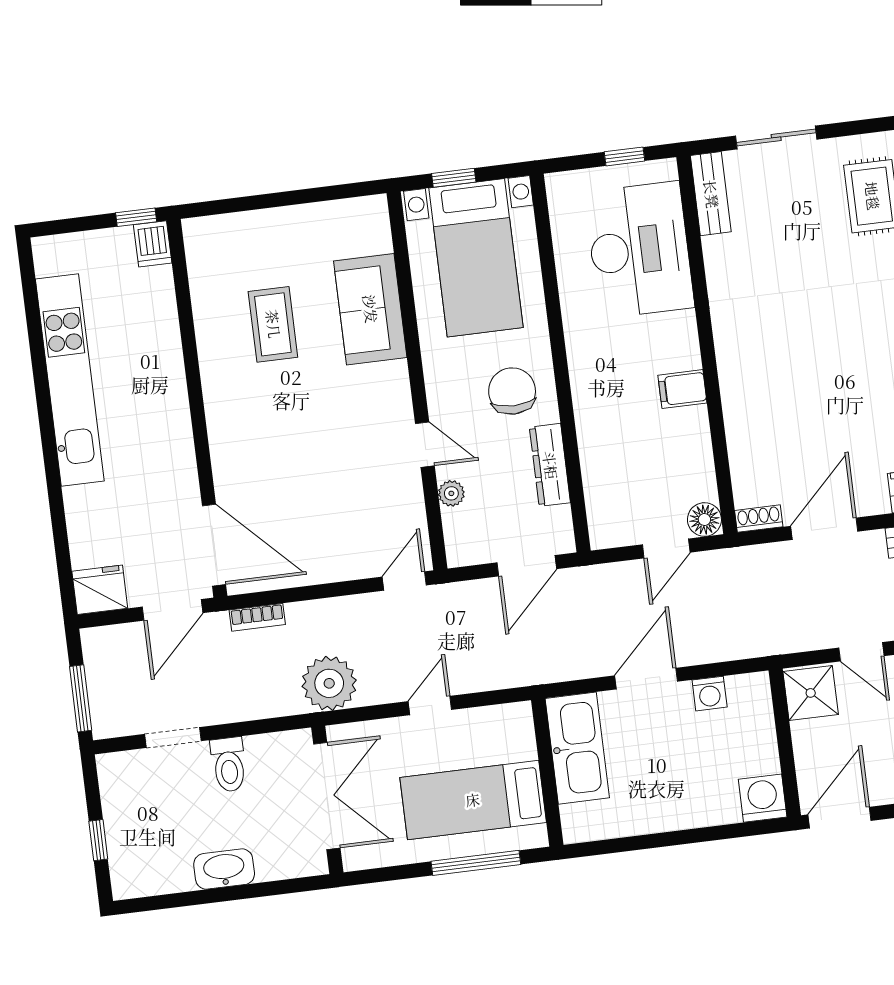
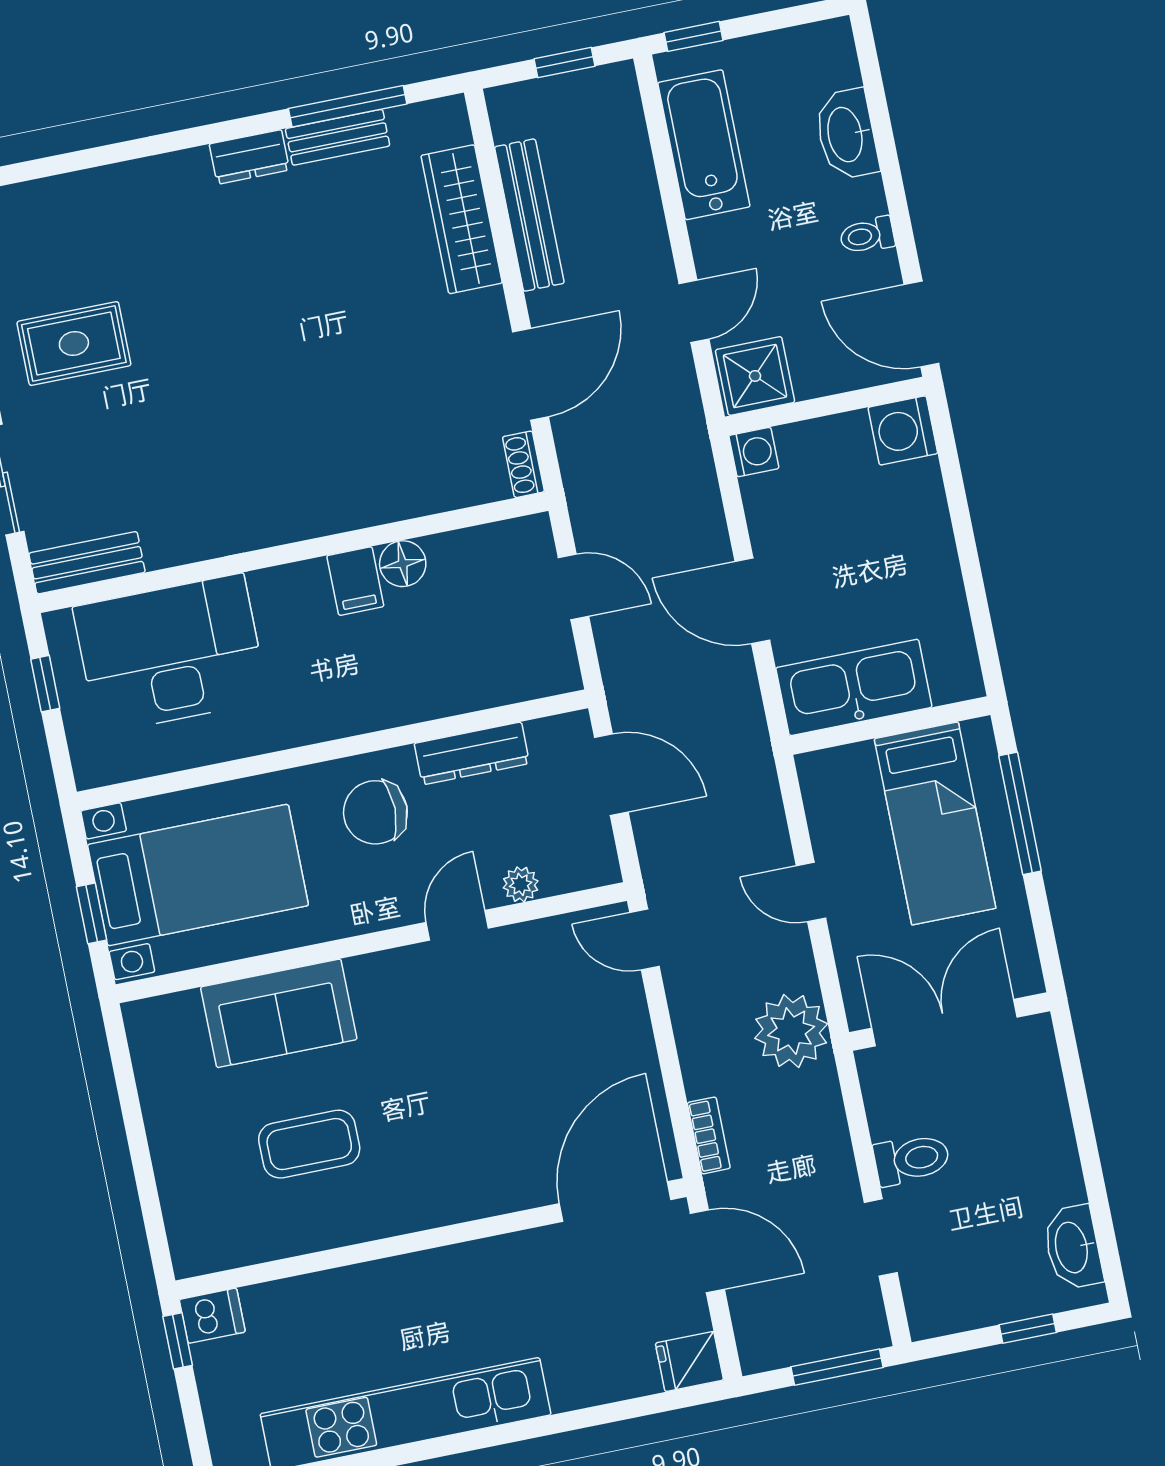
floor lamp: (704, 520) -> (403, 564), moved
door: (824, 529) -> (531, 374), swing flipped
fridge: (100, 590) -> (689, 1362), width x0.72
washing machine: (710, 694) -> (754, 452), moved
washbasin: (224, 869) -> (1073, 1247), moved

